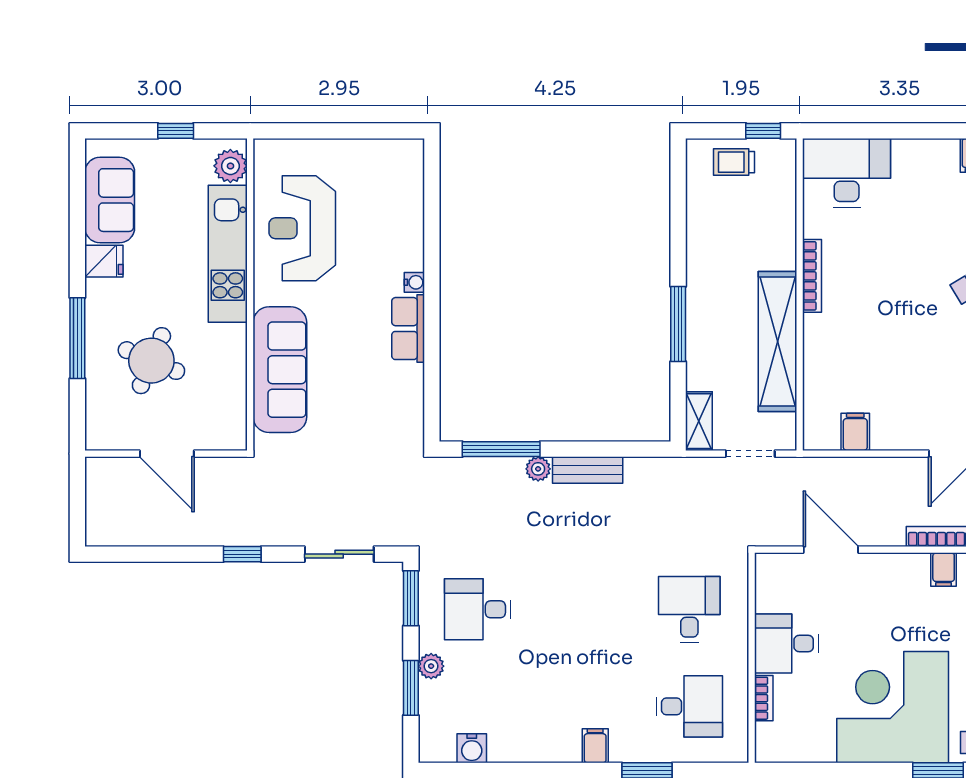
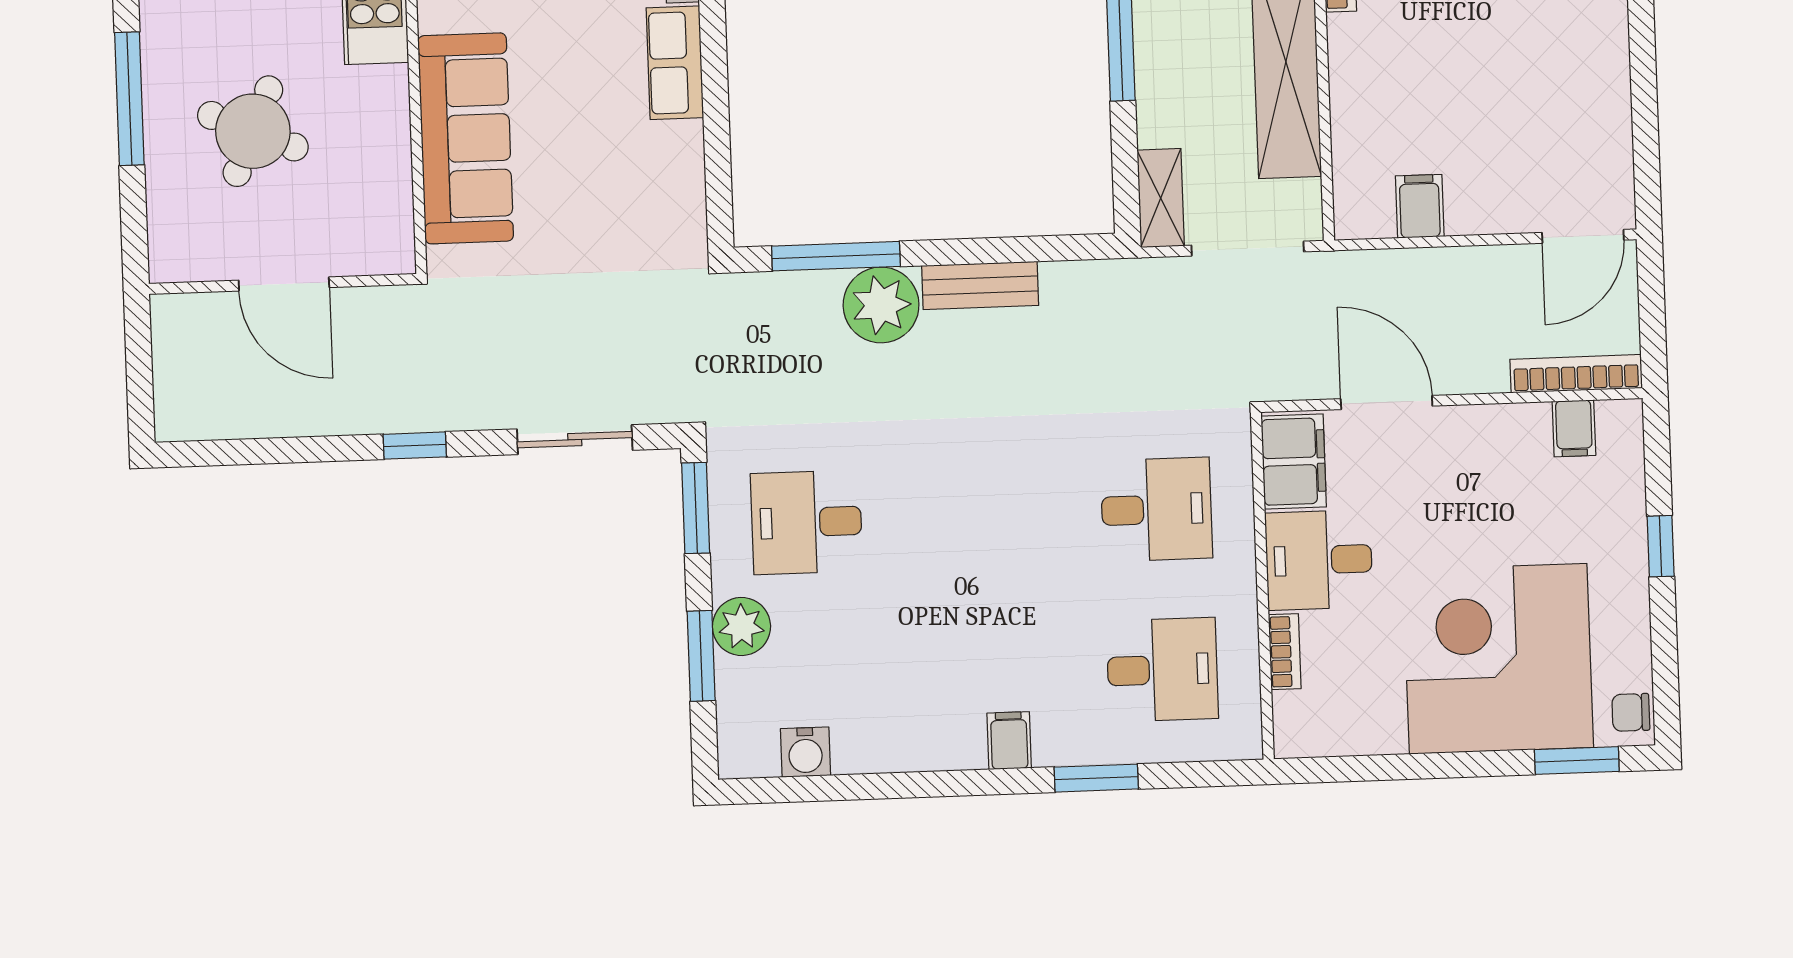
doorway: (750, 454) -> (1248, 249), width x1.38
plant: (538, 469) -> (881, 305), width x1.88, depth x1.88
filing cabinet: (773, 583) -> (1294, 462), added
desk: (689, 609) -> (1156, 509), turned 90
plant: (431, 666) -> (741, 626), width x1.38, depth x1.38

